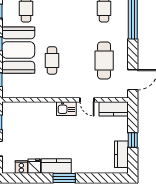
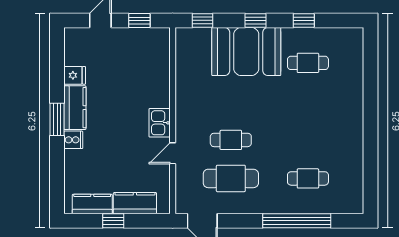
cafe table: (52, 60) -> (231, 140), moved
kitchen counter: (114, 109) -> (135, 203), moved, turned 90
cooker: (21, 167) -> (73, 140), moved

